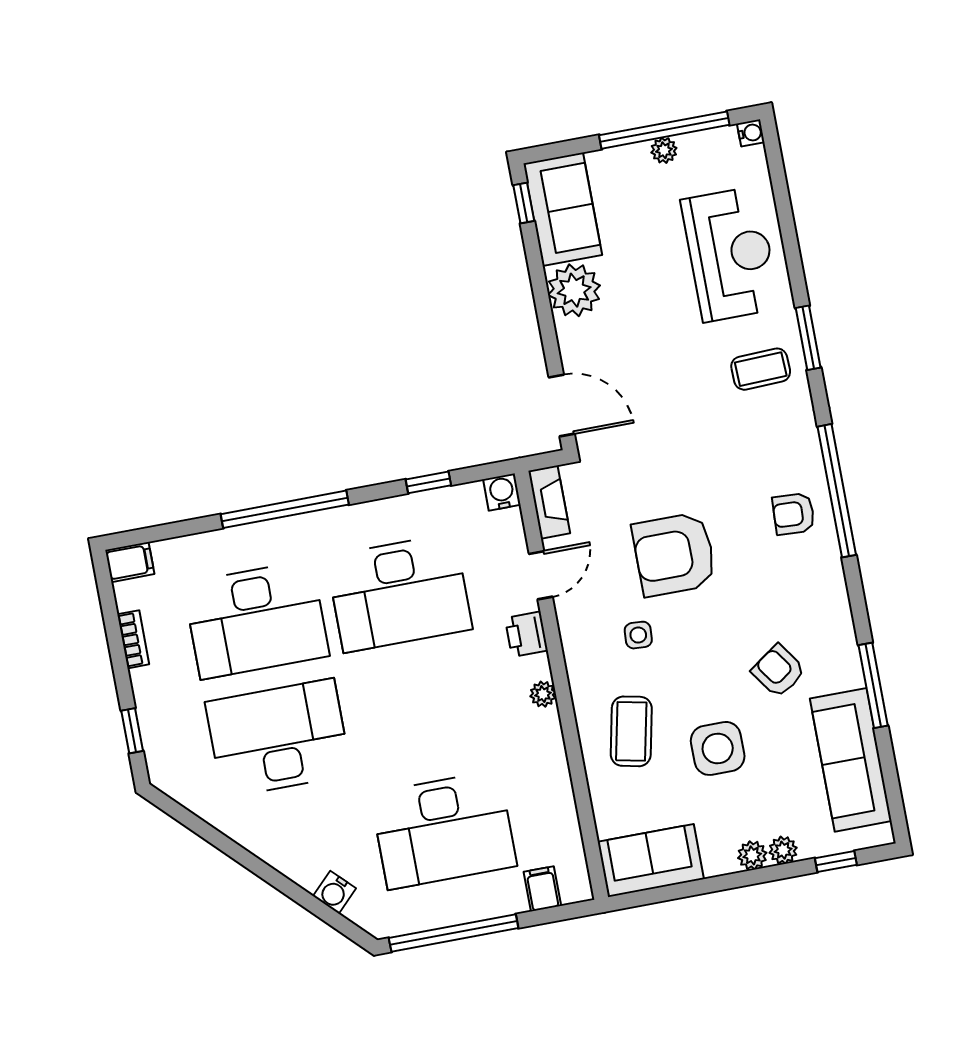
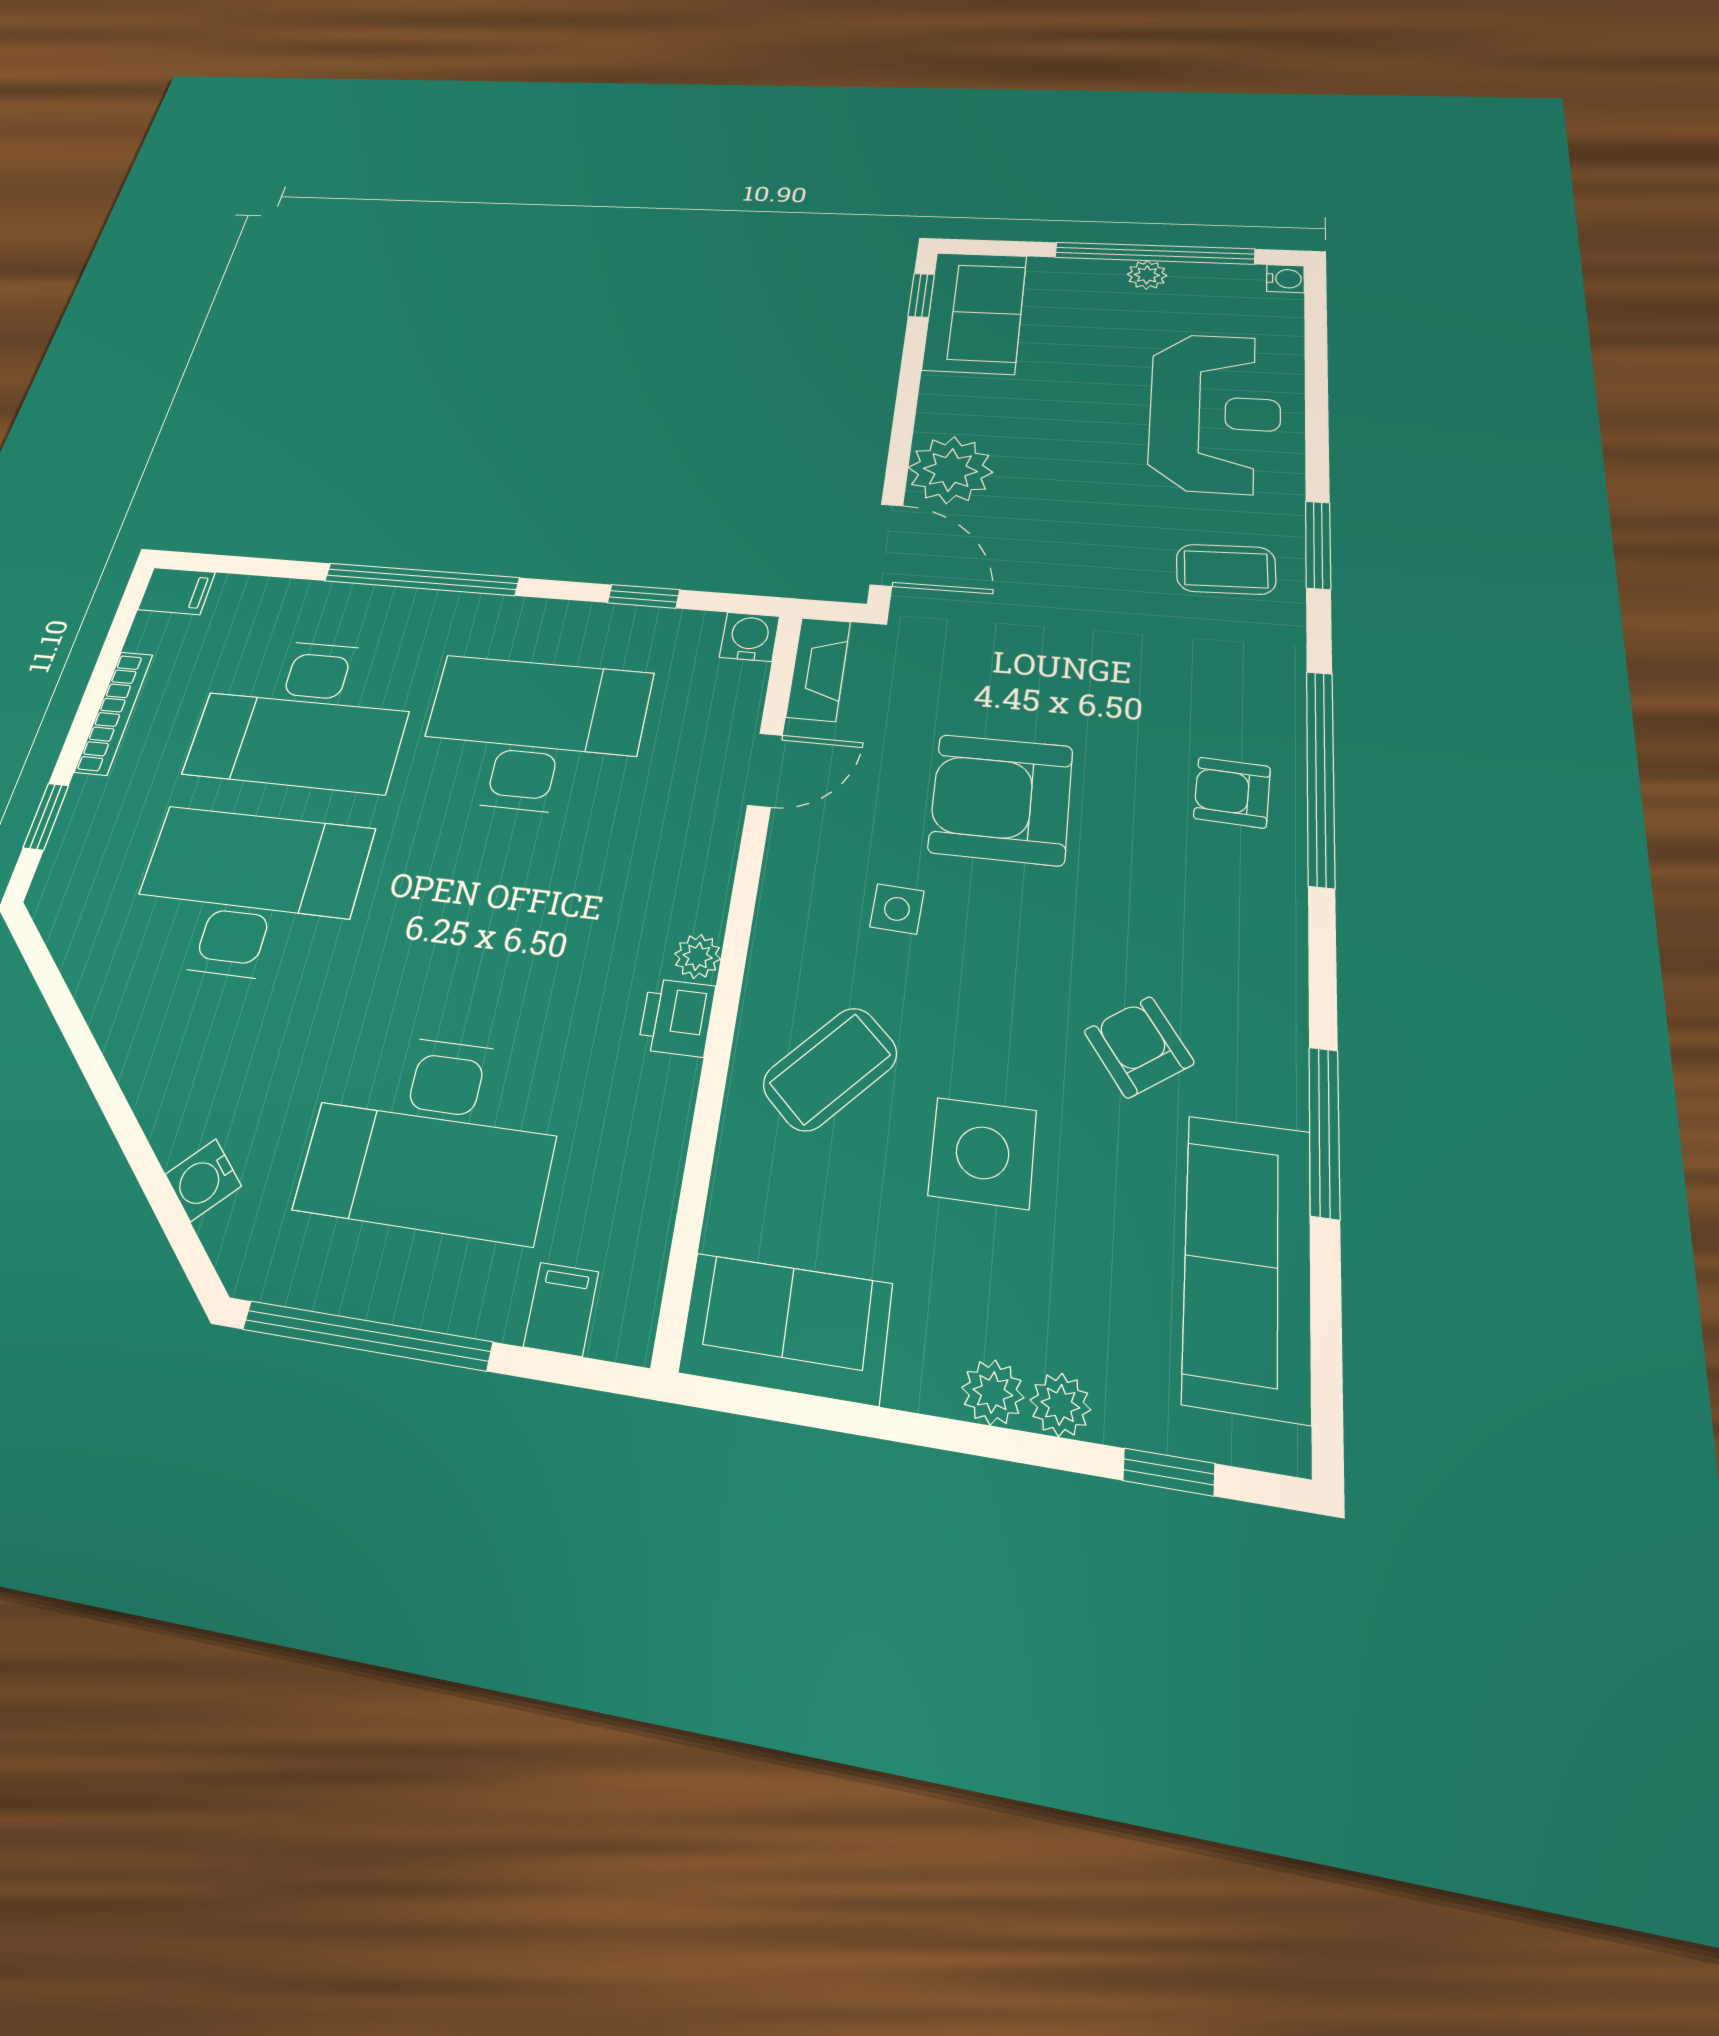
plant: (574, 290) -> (950, 470), moved
desk: (399, 593) -> (532, 735), turned 180
printer: (526, 634) -> (677, 1017), moved
bookcase: (133, 639) -> (114, 713), width x1.56
coffee table: (631, 731) -> (830, 1069), turned 31

